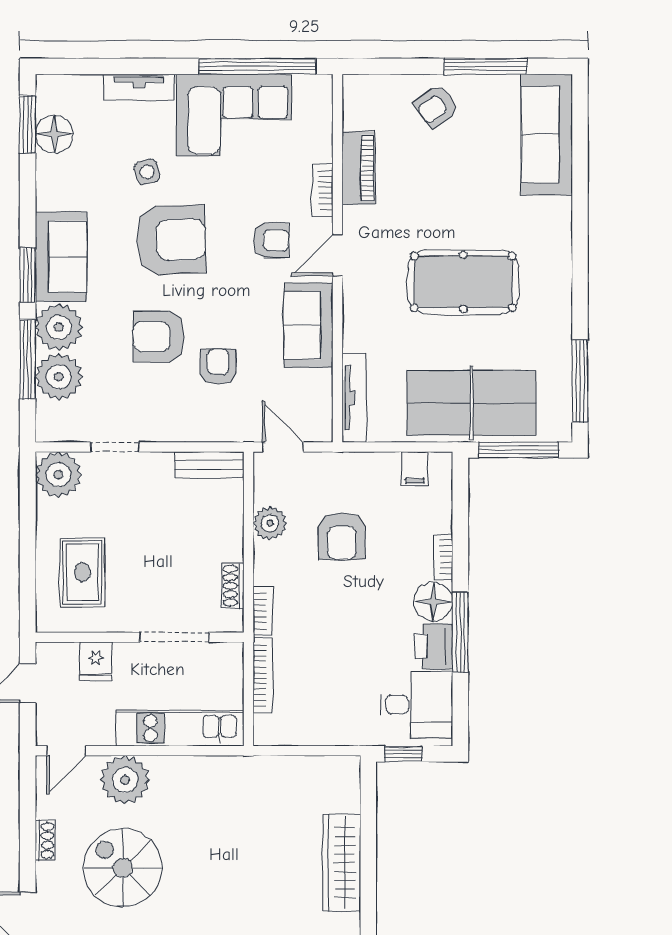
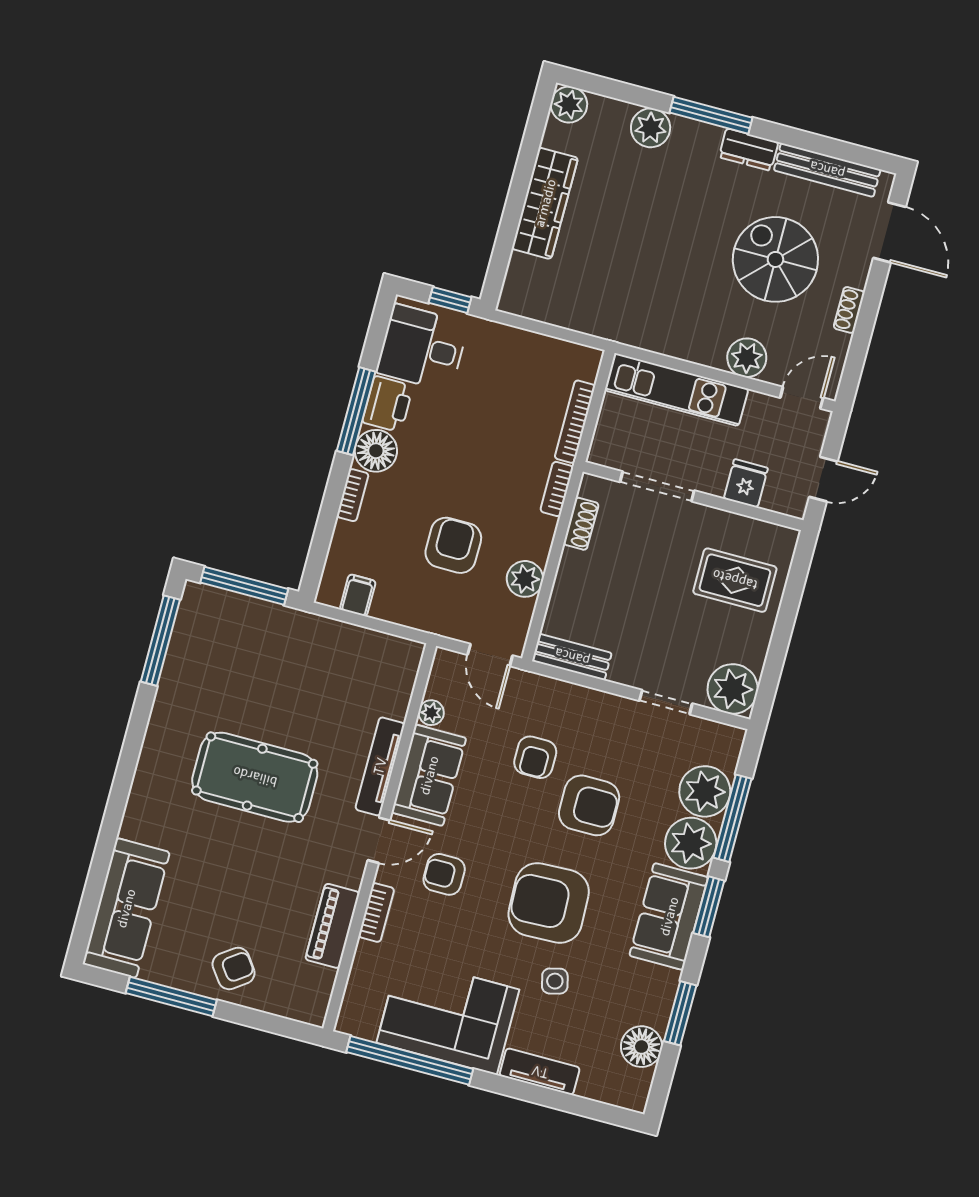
window: (28, 125) -> (680, 1013), moved
plant: (321, 382) -> (431, 713), added
tv unit: (354, 398) -> (380, 766), moved
table tennis table: (471, 403) -> (280, 648), removed
rug: (82, 572) -> (735, 580), turned 90
plant: (125, 780) -> (747, 358), width x0.73, depth x0.73
spiral stairs: (123, 868) -> (775, 259), turned 180

